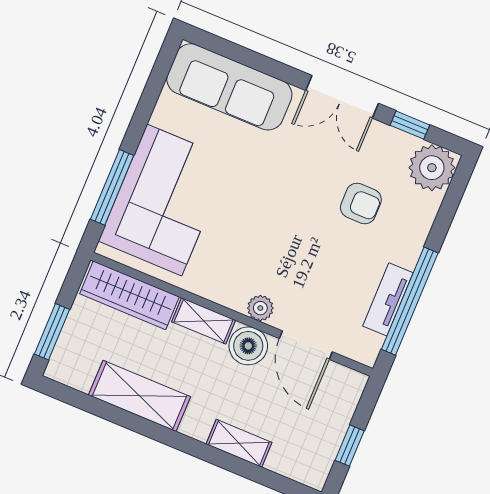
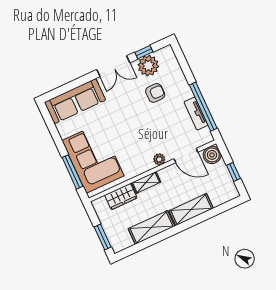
plant: (432, 168) -> (148, 66), moved
wardrobe: (129, 295) -> (121, 197), width x0.67
boiler: (248, 346) -> (212, 155), moved
shelving: (239, 443) -> (191, 210), width x1.50, depth x1.33

